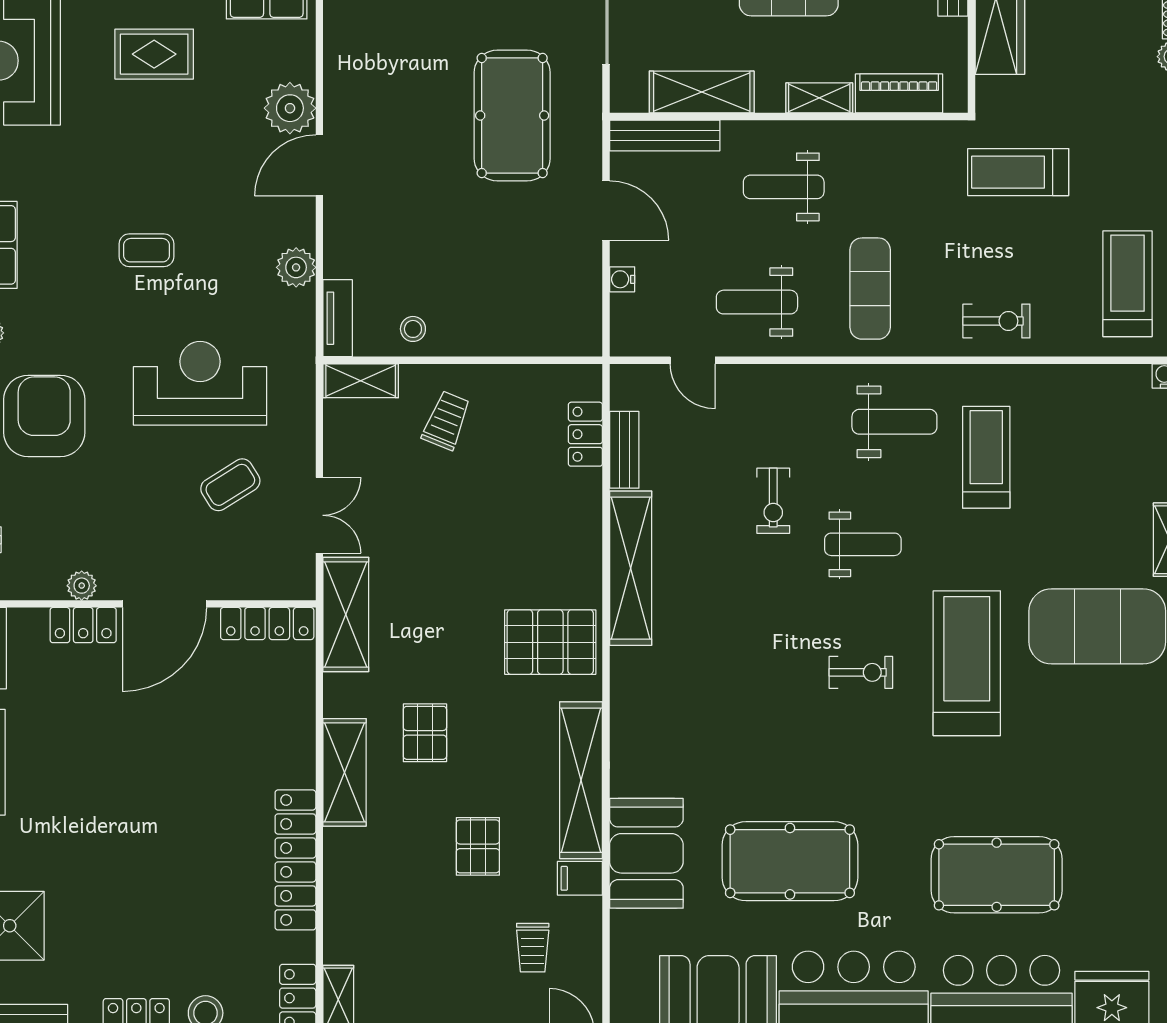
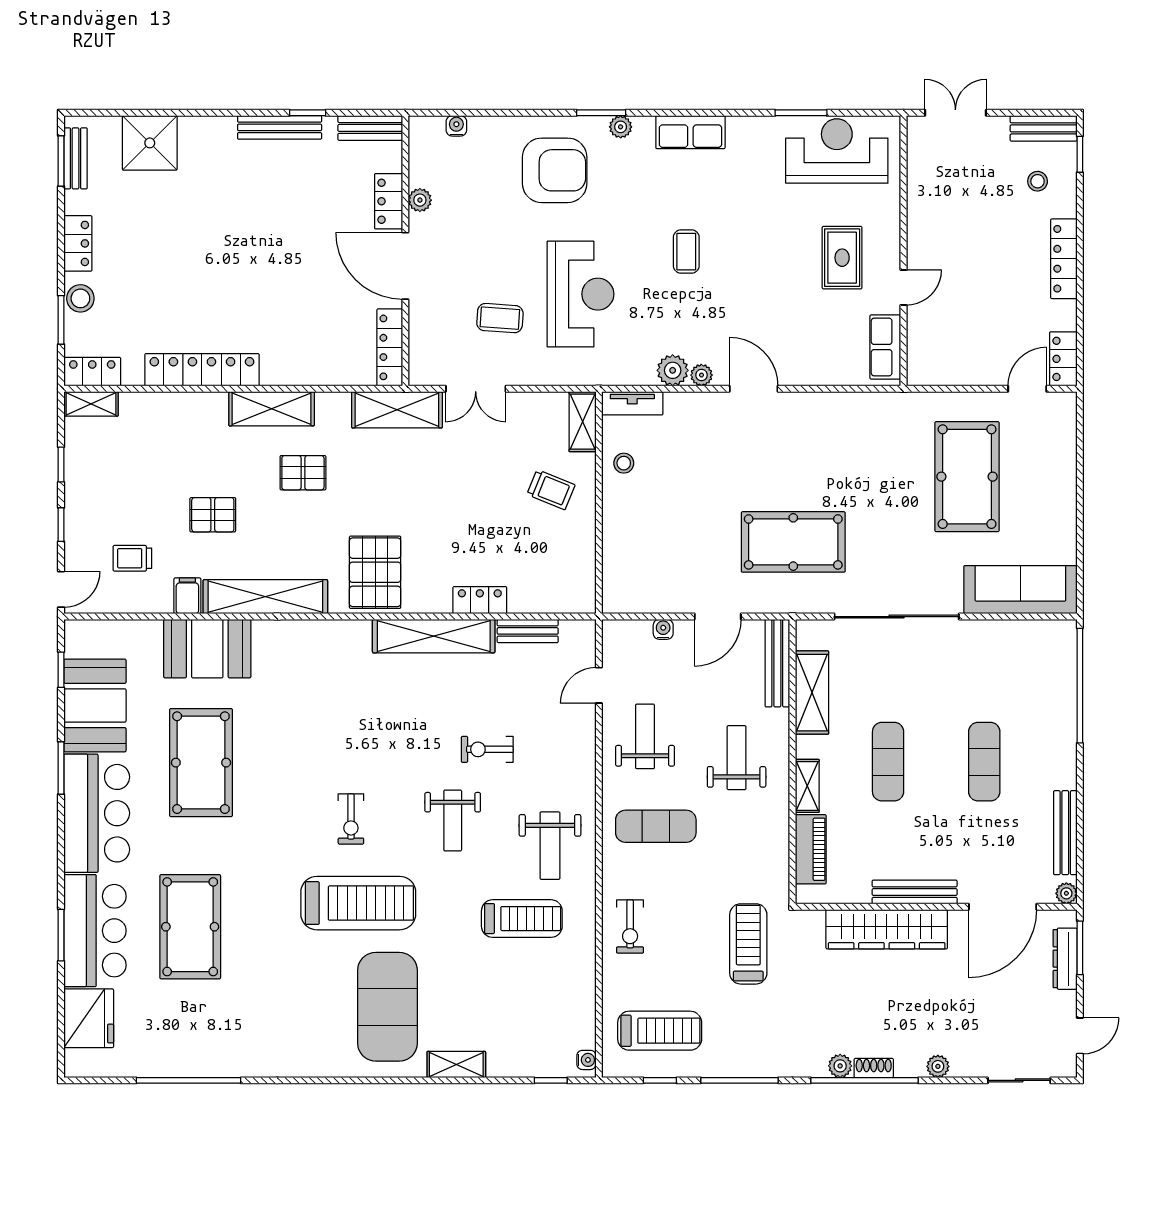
plant: (290, 108) -> (701, 375), moved, width x0.53, depth x0.53
locker: (585, 434) -> (480, 600), moved
coffee table: (230, 485) -> (500, 318), turned -54

